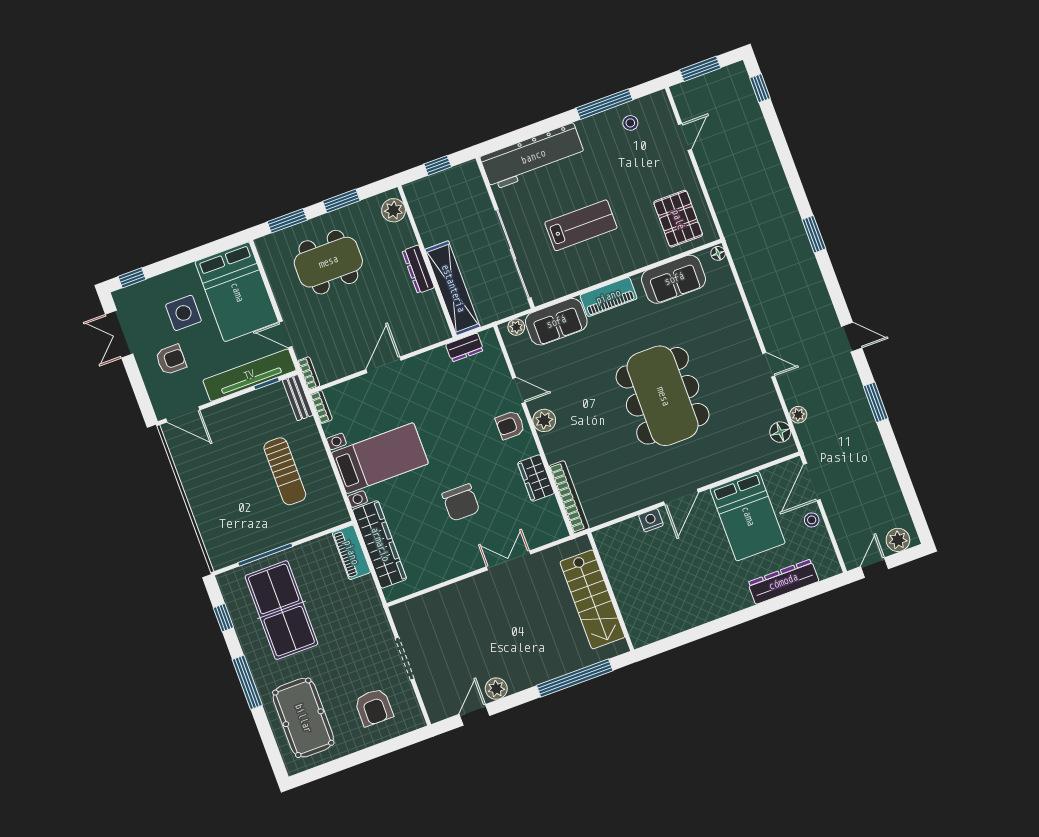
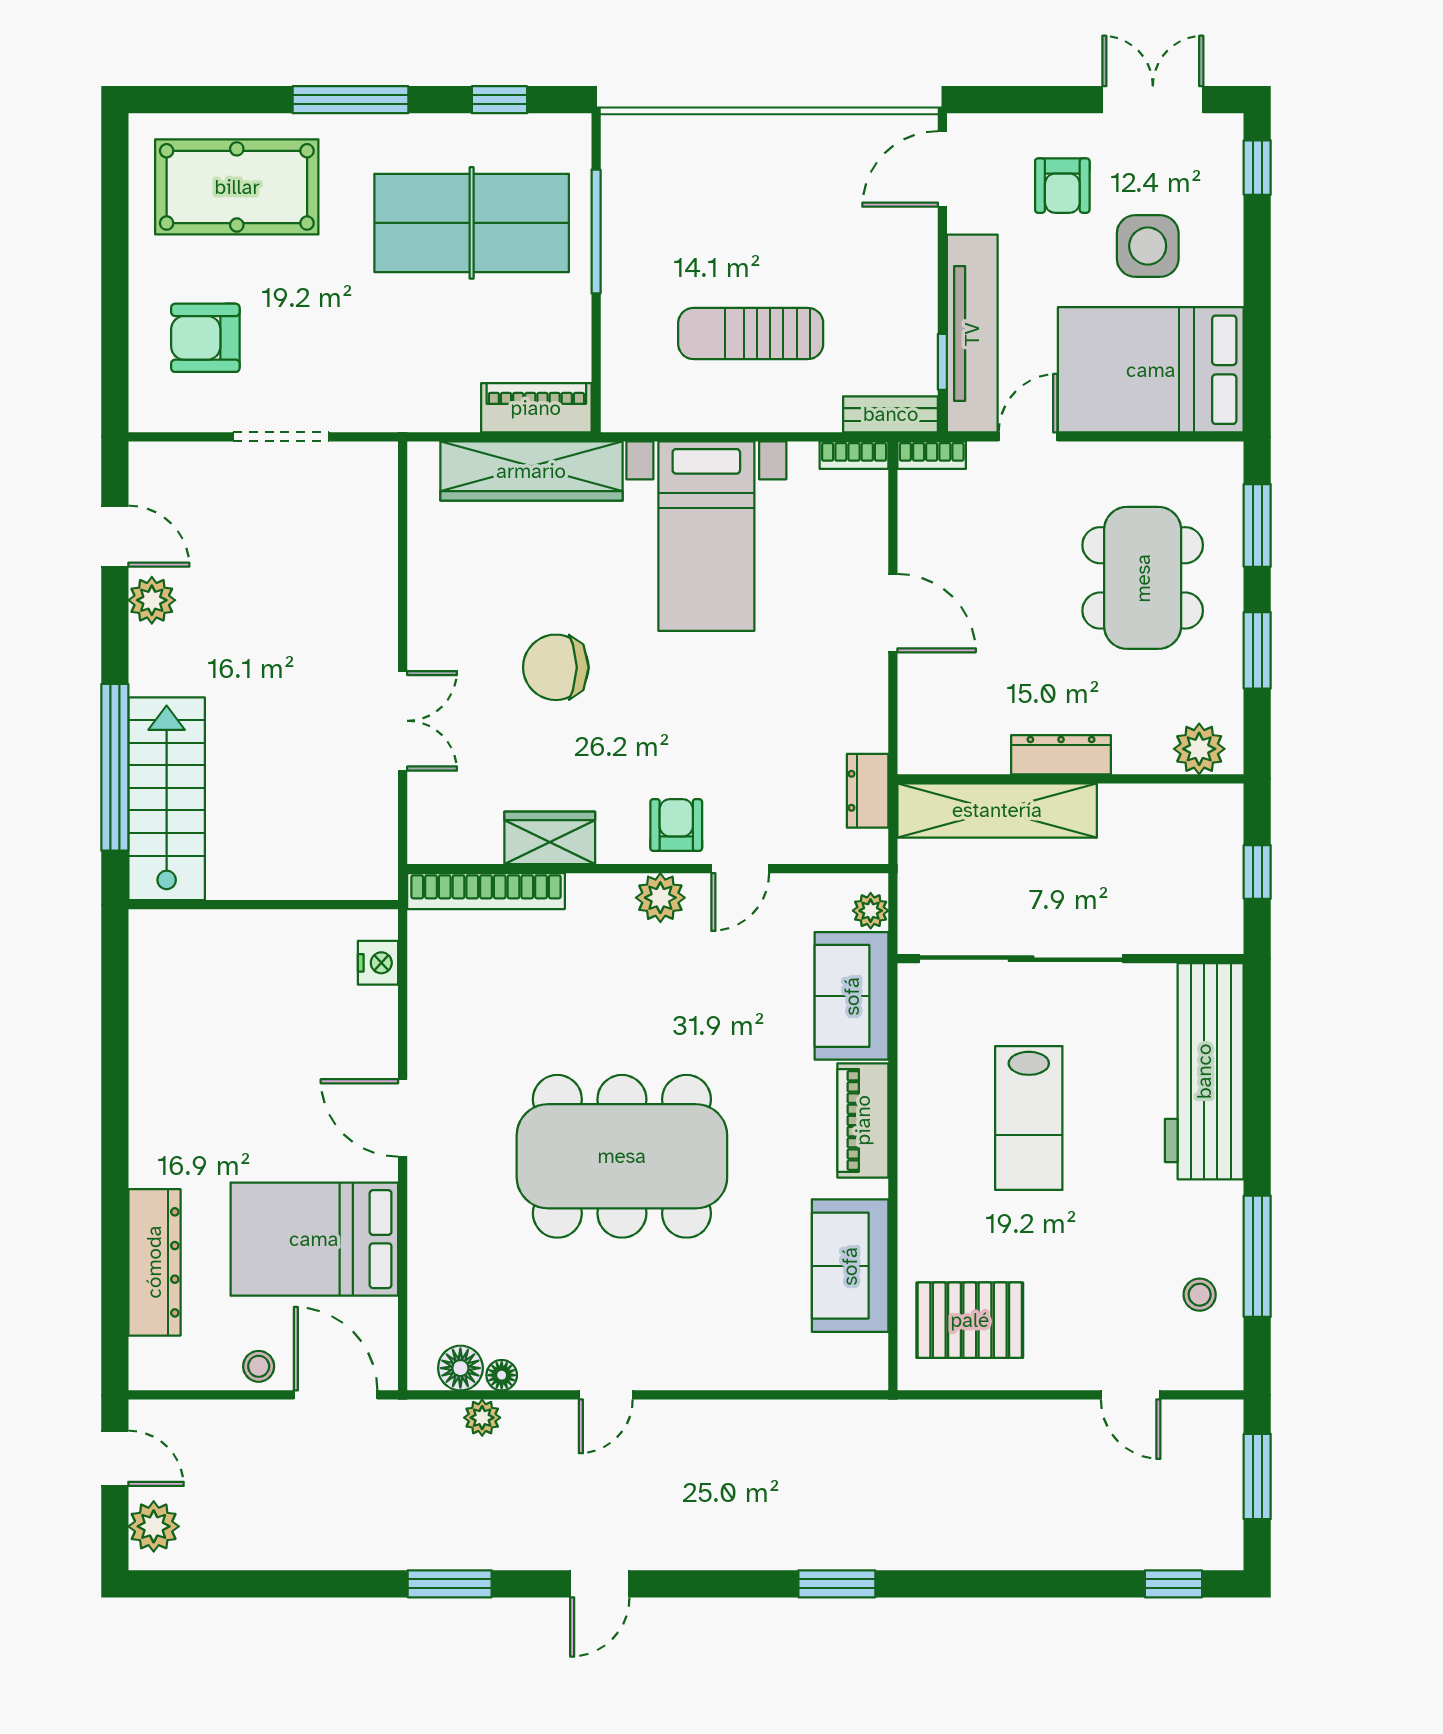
floor lamp: (718, 253) -> (502, 1375), moved
nightstand: (651, 520) -> (378, 963), moved
stairs: (592, 599) -> (167, 799), moved, turned 90

